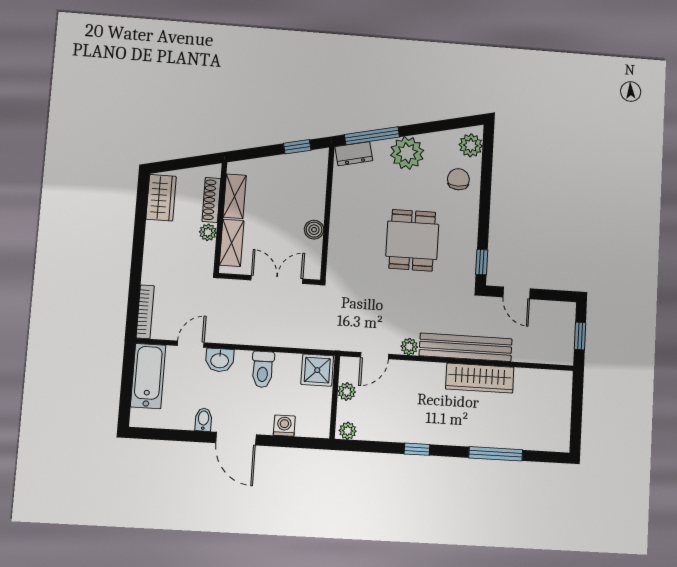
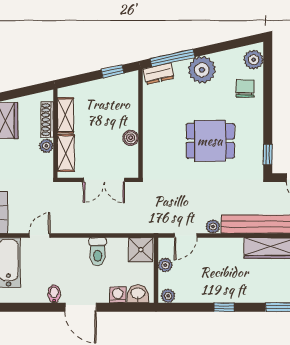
dining table: (412, 240) -> (210, 141), turned 90
double door: (277, 280) -> (104, 180), swing flipped
washbasin: (220, 360) -> (138, 294), moved, turned 180

